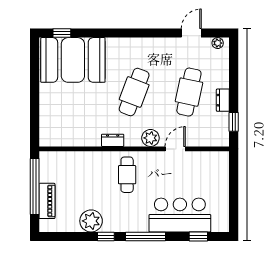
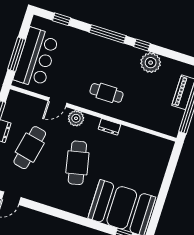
cafe table: (134, 92) -> (77, 163), turned -33
cafe table: (127, 175) -> (106, 93), turned 90
window: (234, 185) -> (17, 54), added
bar counter: (180, 215) -> (36, 58), moved, turned -90

